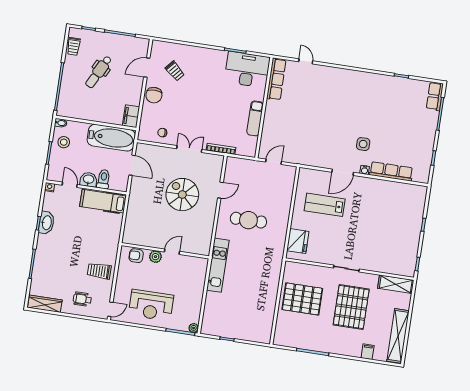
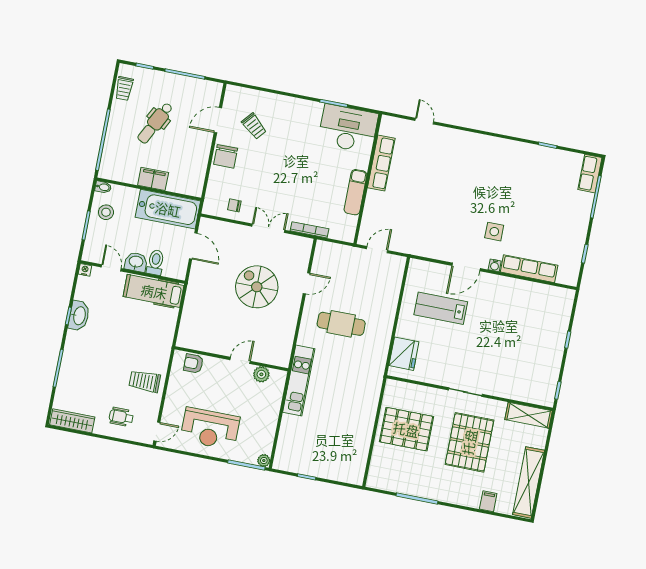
row of seats: (276, 79) -> (381, 163), moved
filing cabinet: (131, 116) -> (153, 179), moved, turned 90
plant: (155, 257) -> (261, 374), moved

